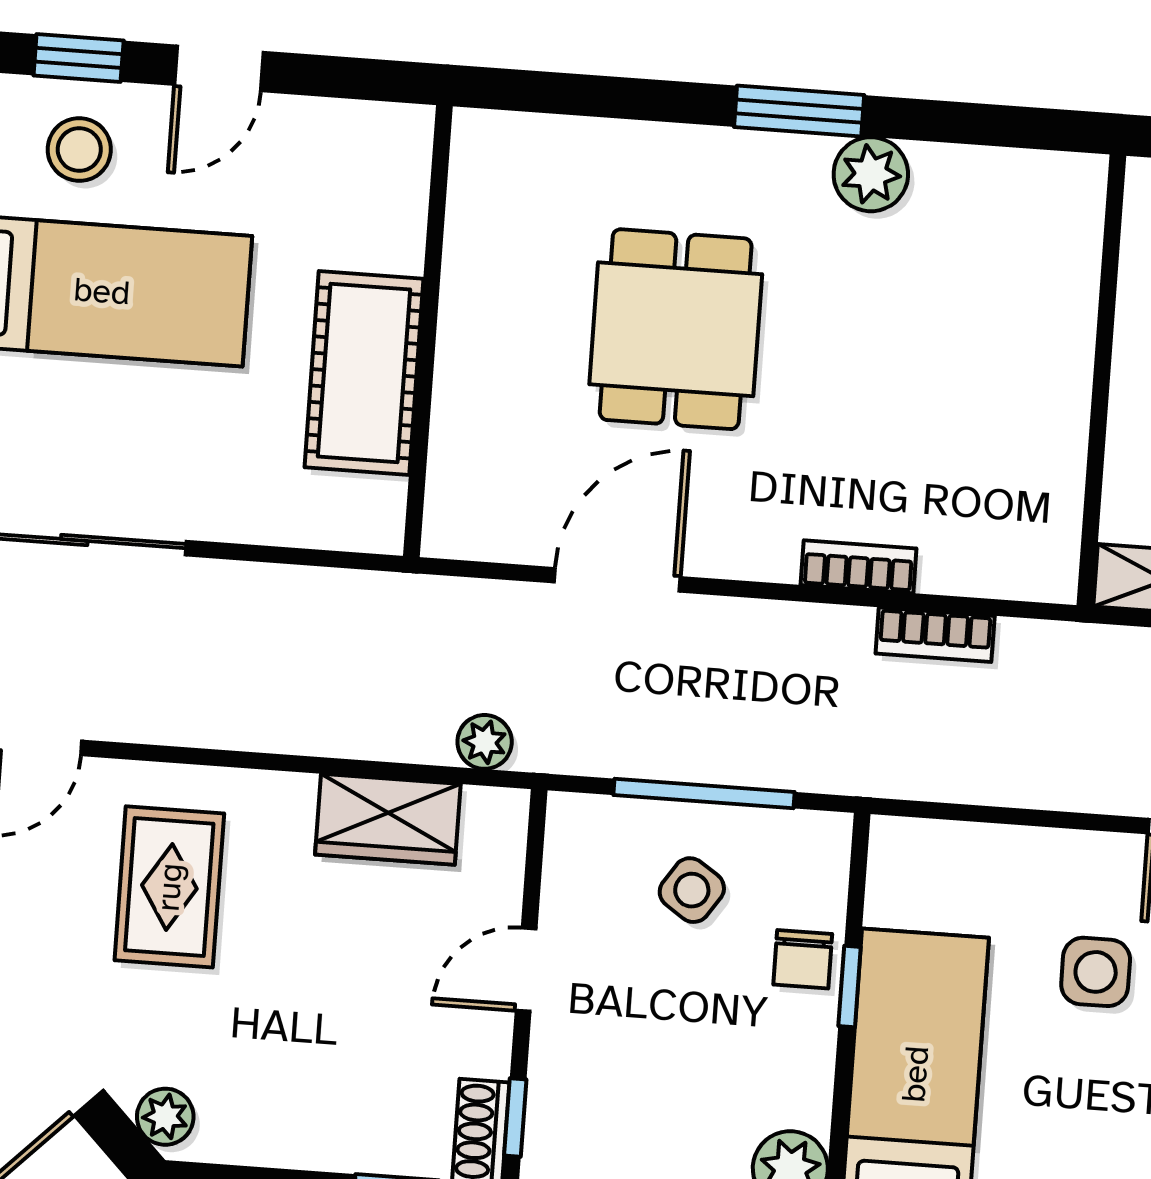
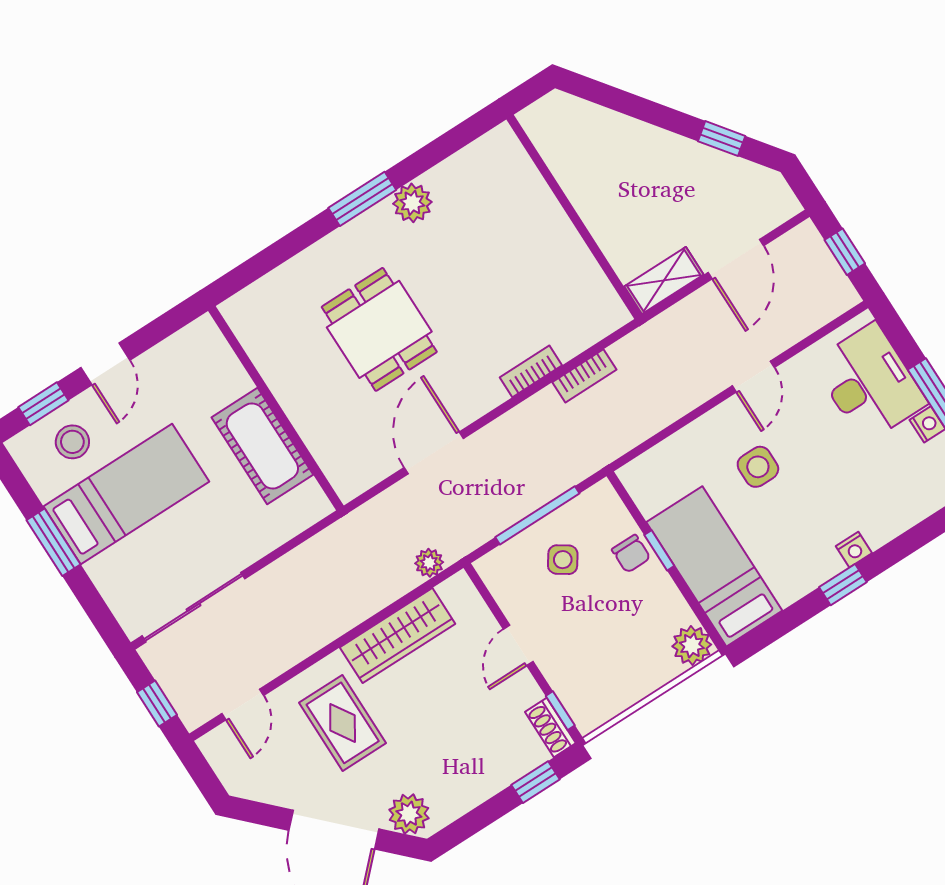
wardrobe: (388, 819) -> (397, 636), width x1.50
plant: (165, 1117) -> (409, 814), width x1.38, depth x1.38

